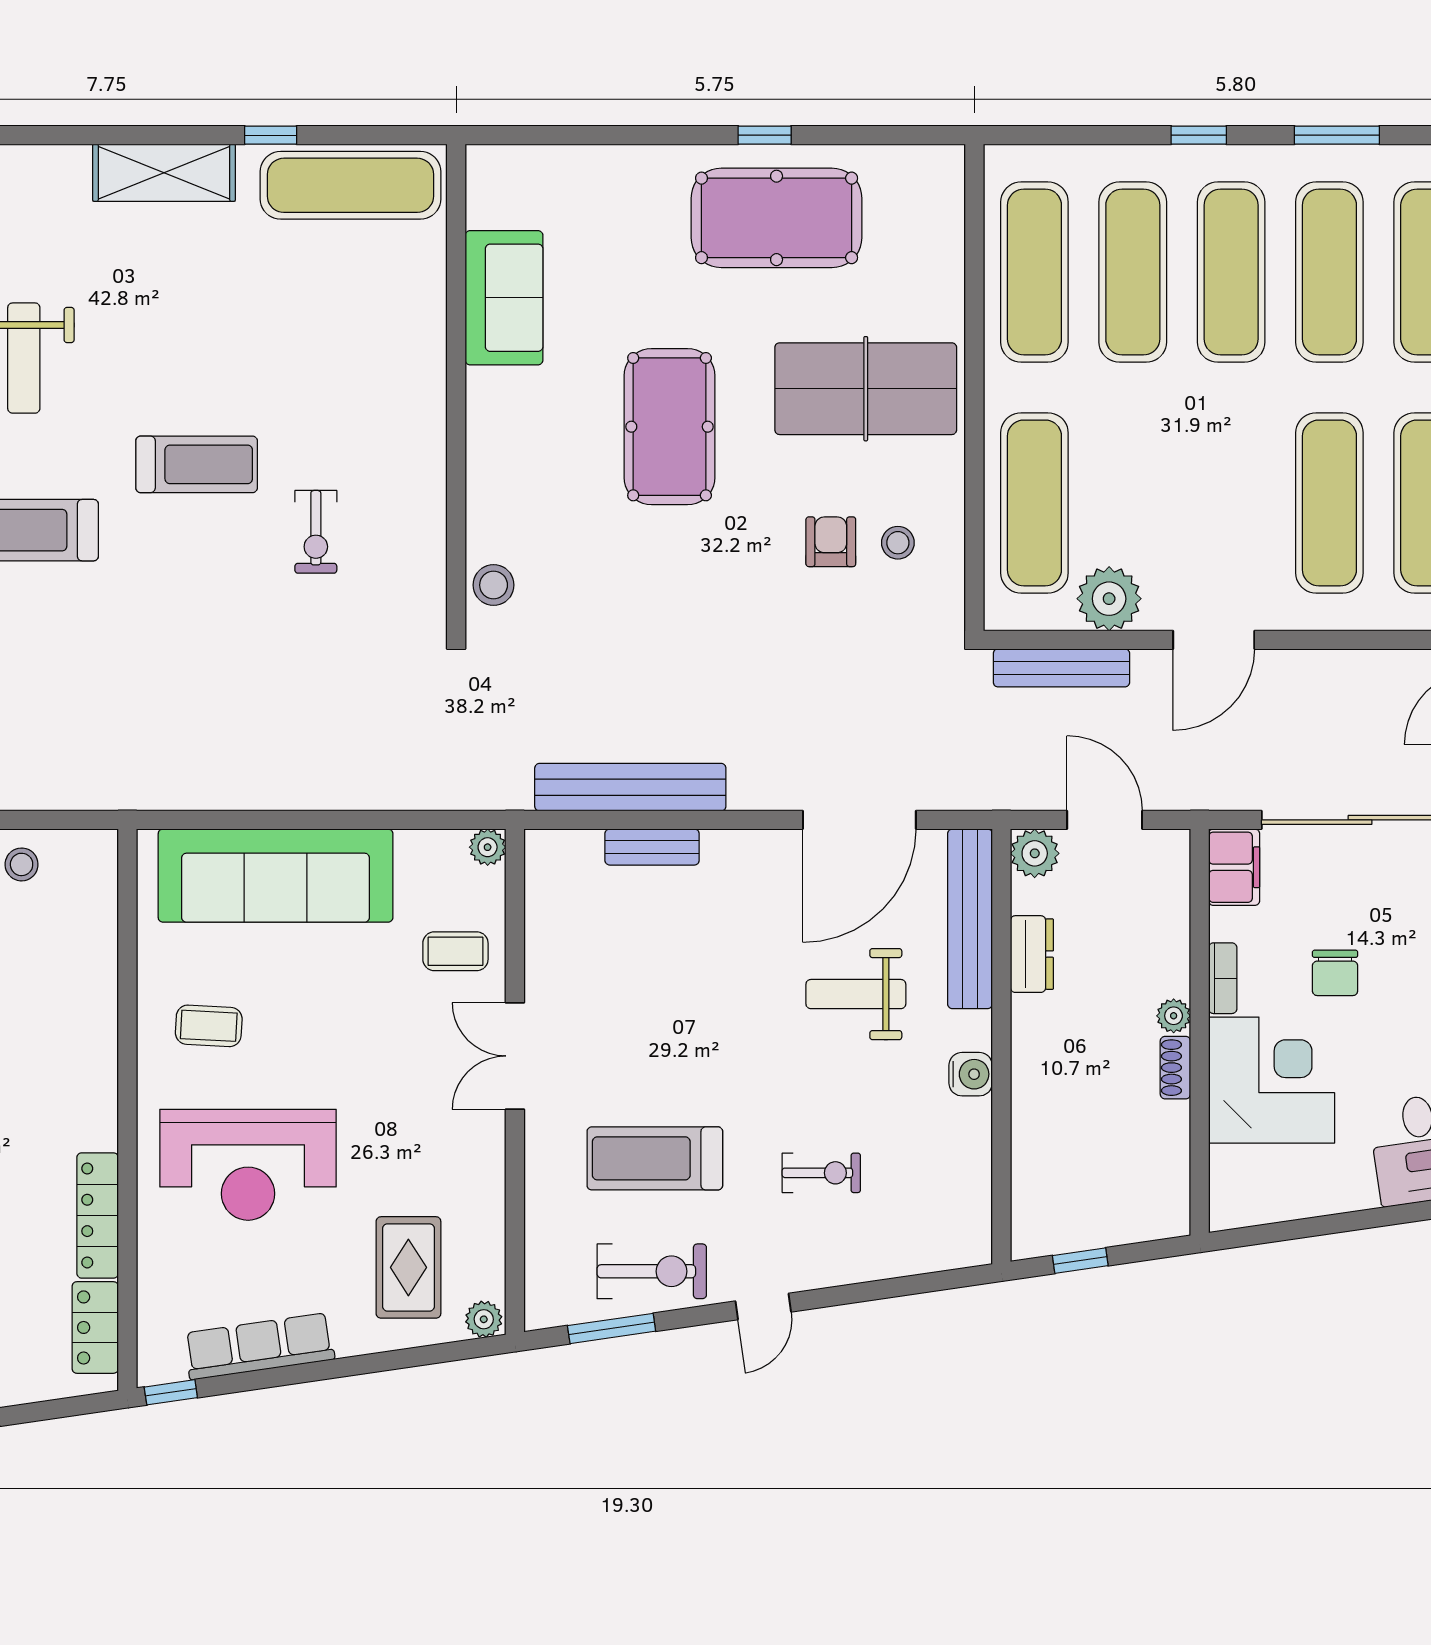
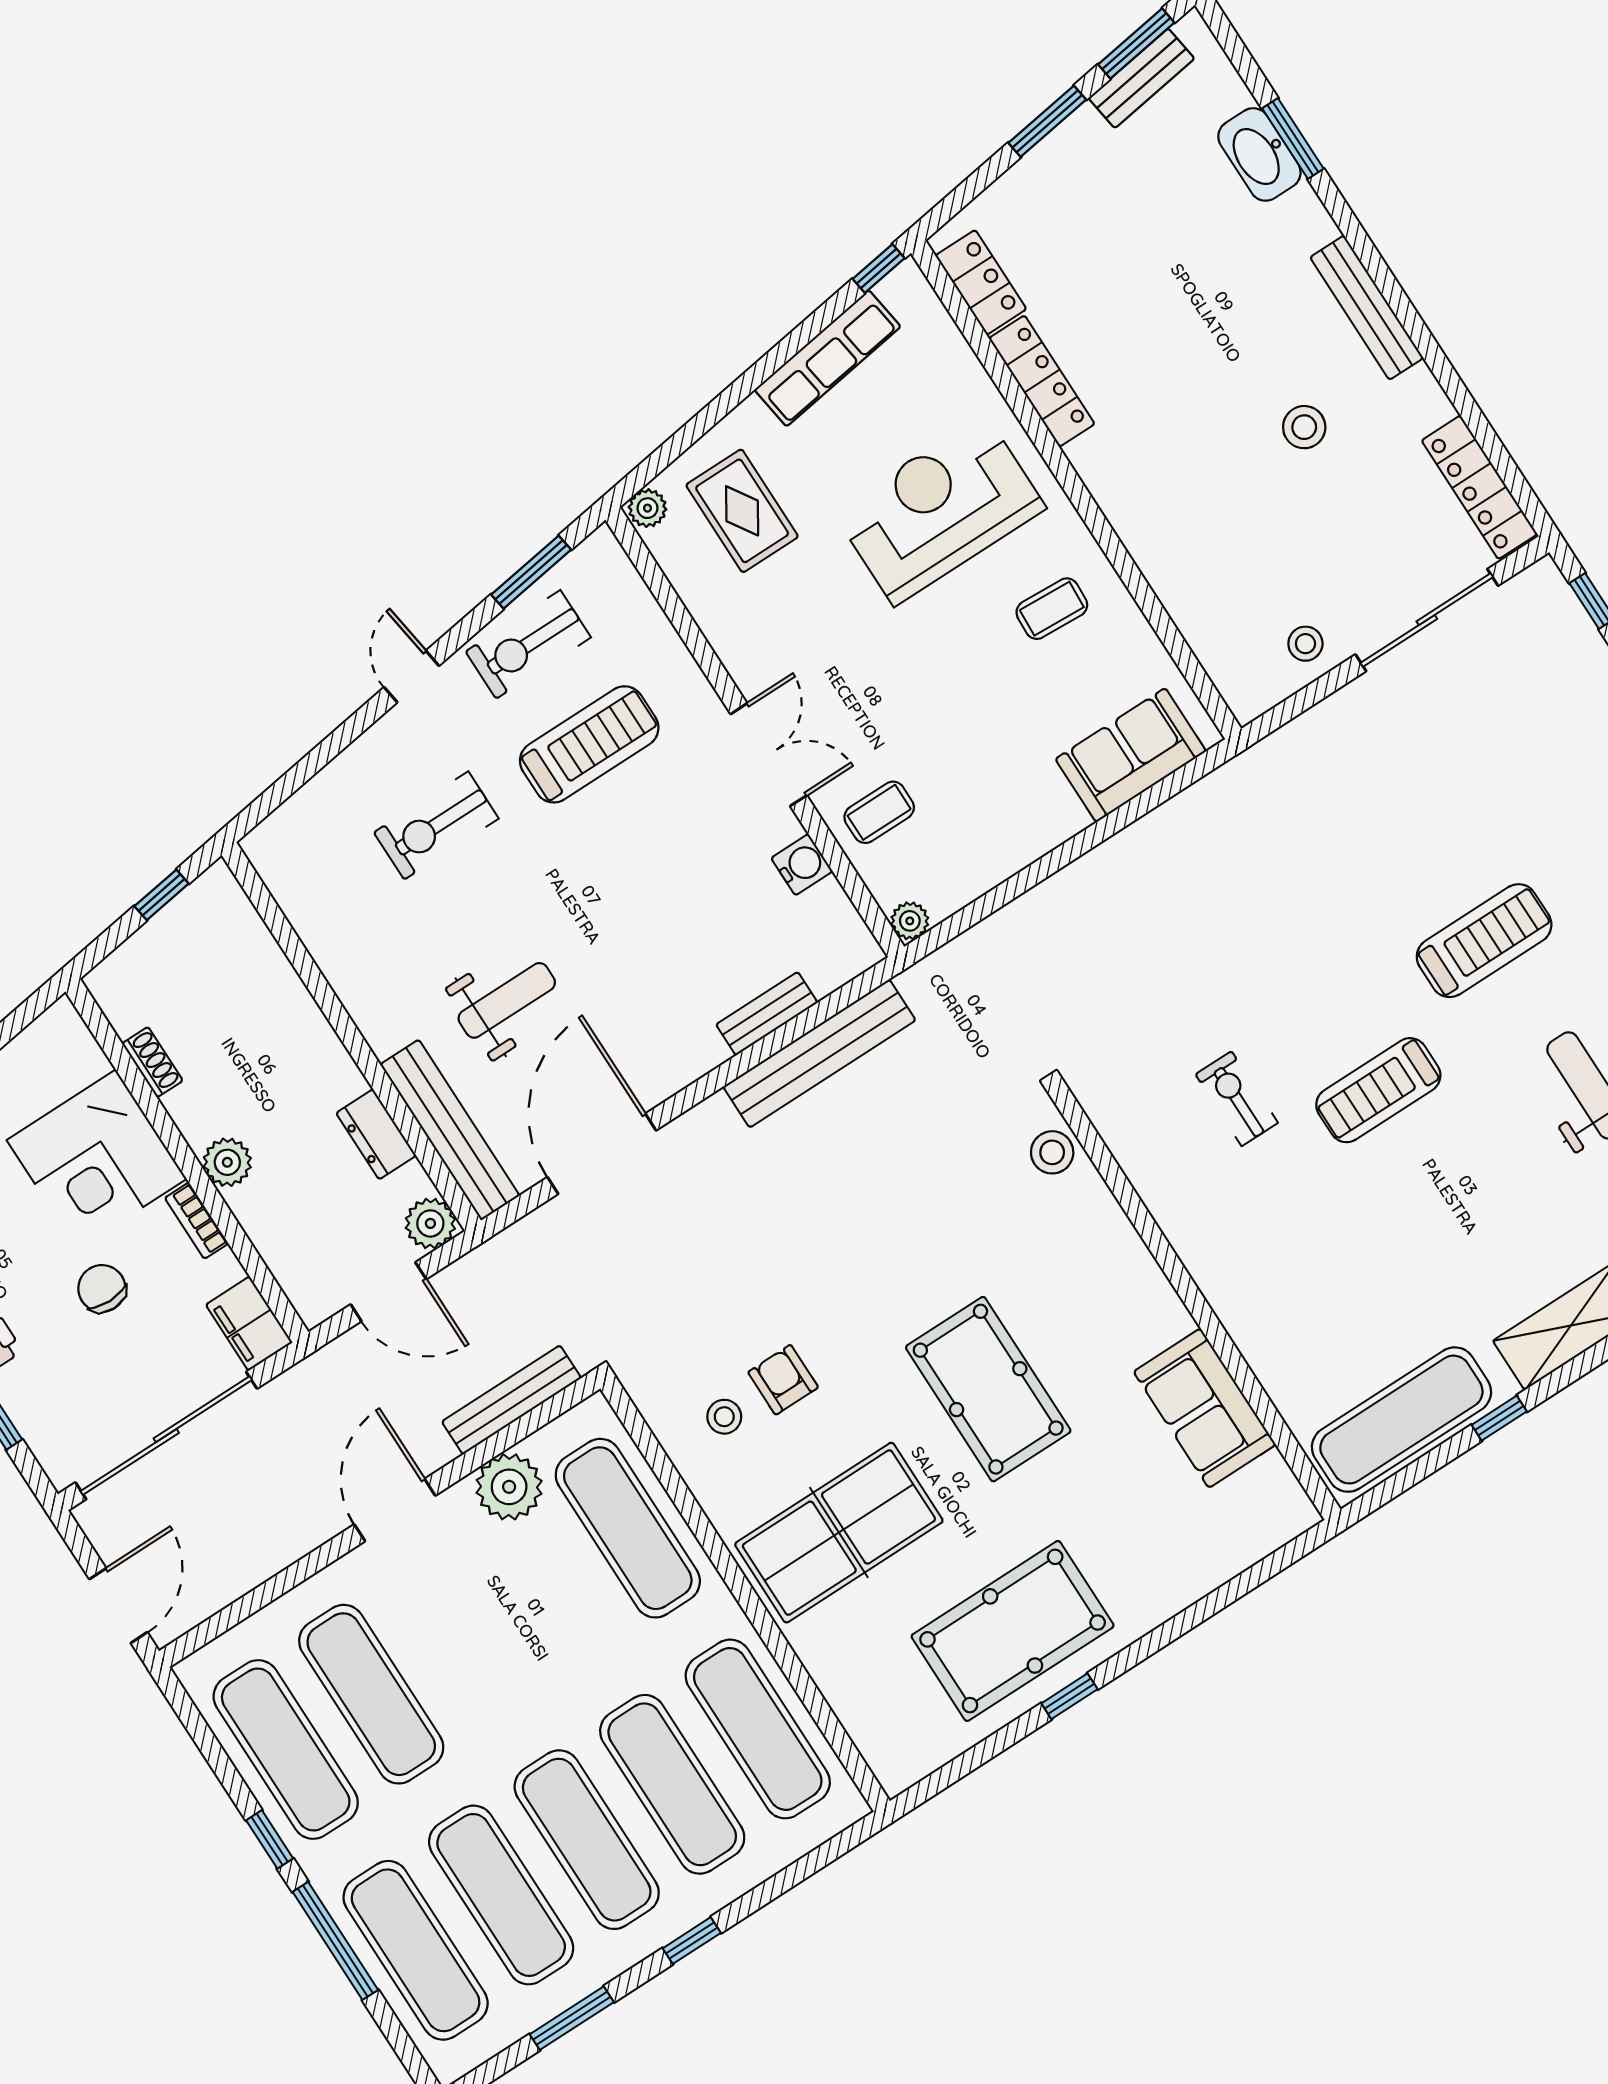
armchair: (831, 542) -> (783, 1380), turned 180
sofa: (276, 876) -> (1131, 755), width x0.54, depth x0.79
plant: (1174, 1016) -> (227, 1162), width x1.38, depth x1.38
shoe rack: (1175, 1068) -> (152, 1062), moved
water cooler: (971, 1074) -> (802, 865), moved, turned 180
exercise bike: (821, 1173) -> (436, 825), width x1.38, depth x1.39

